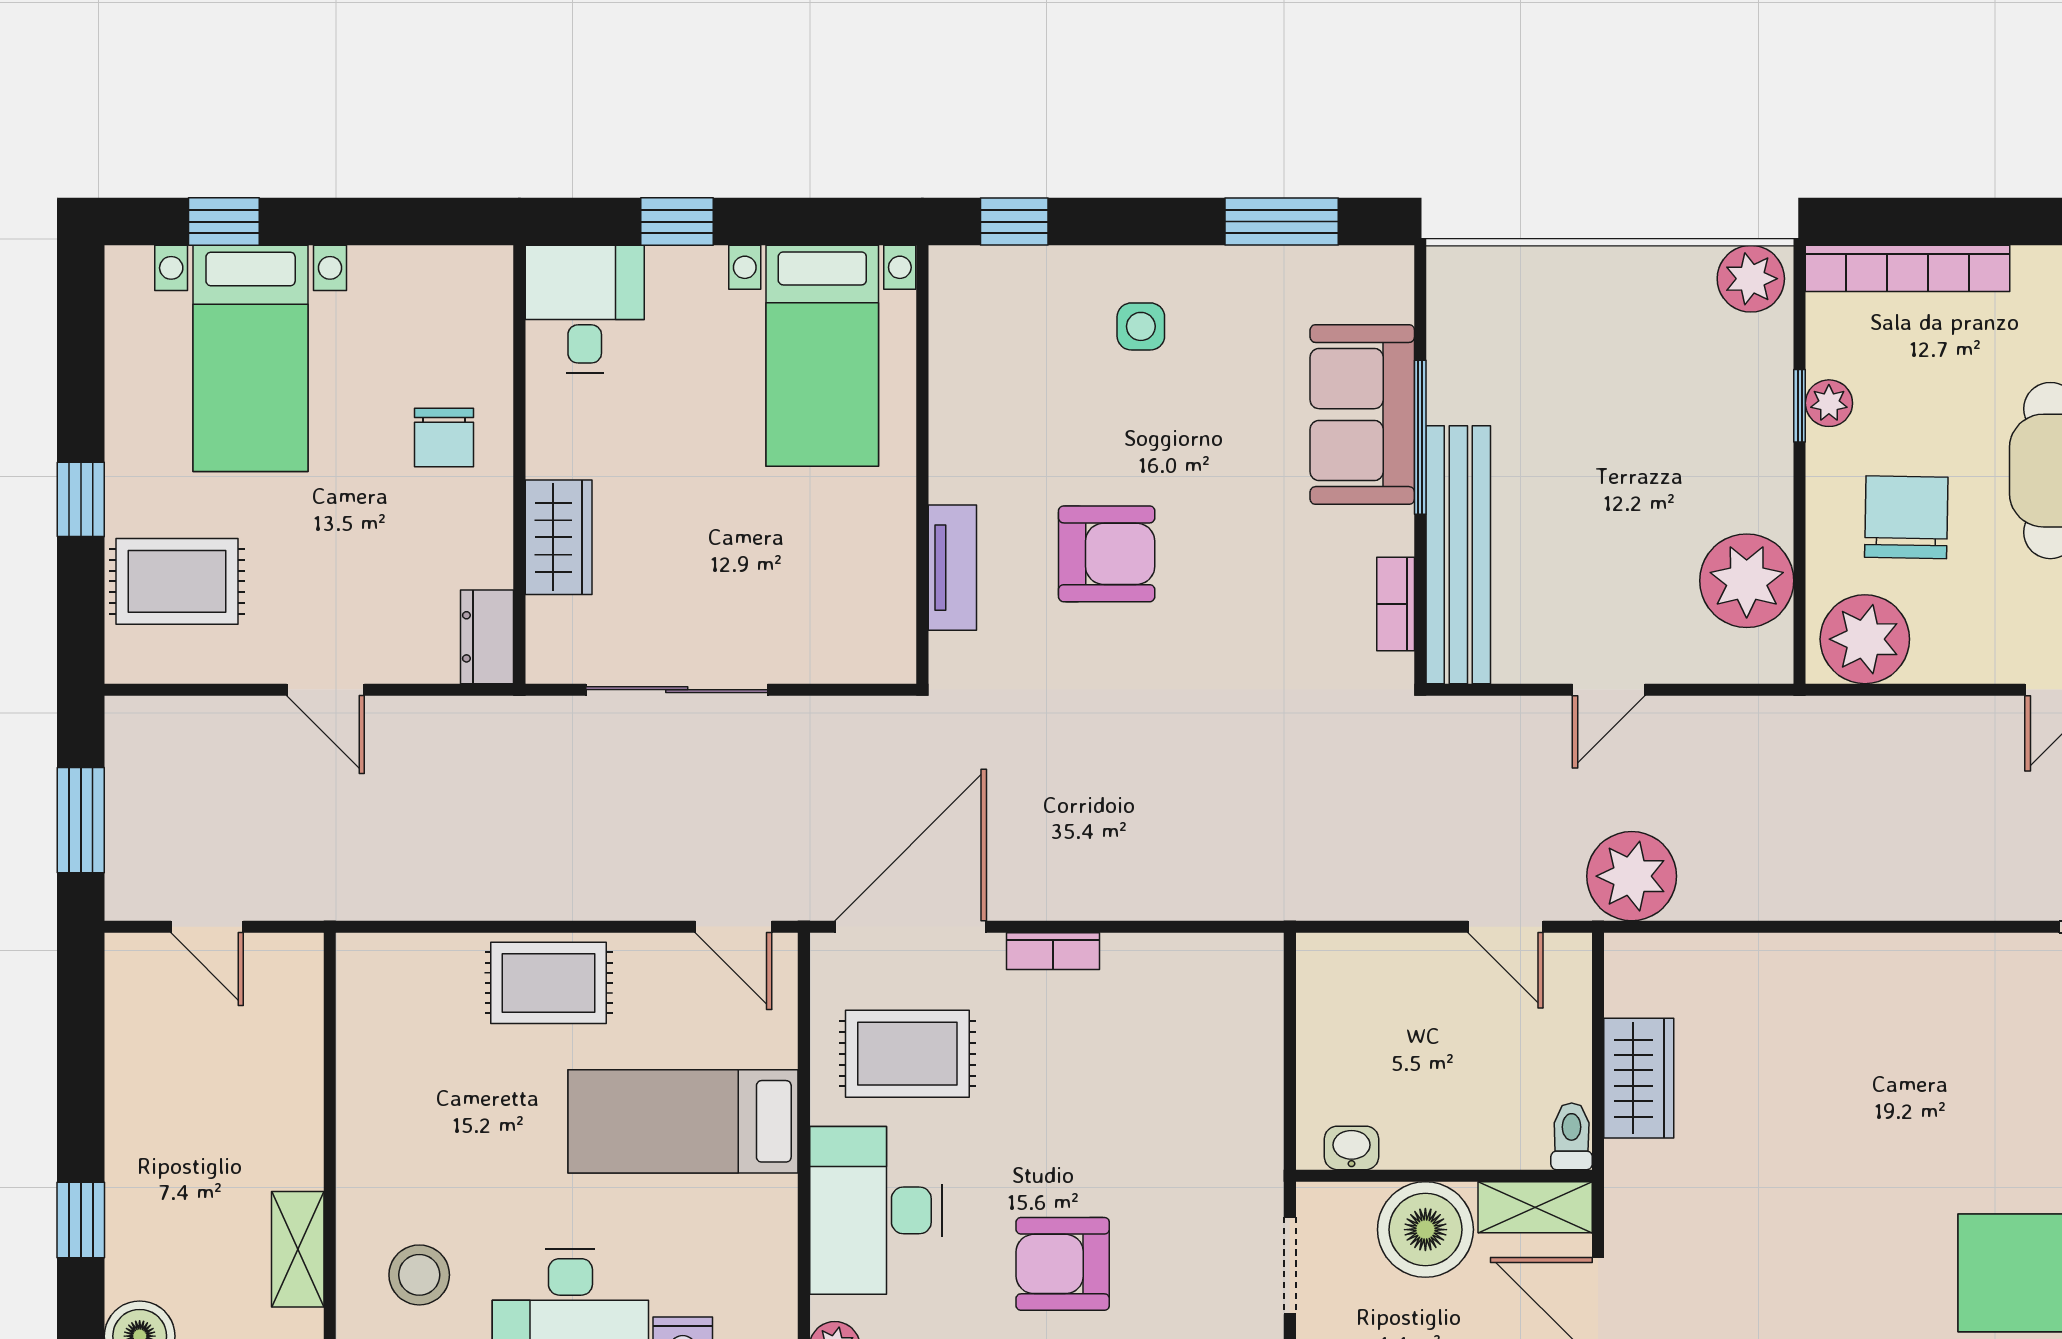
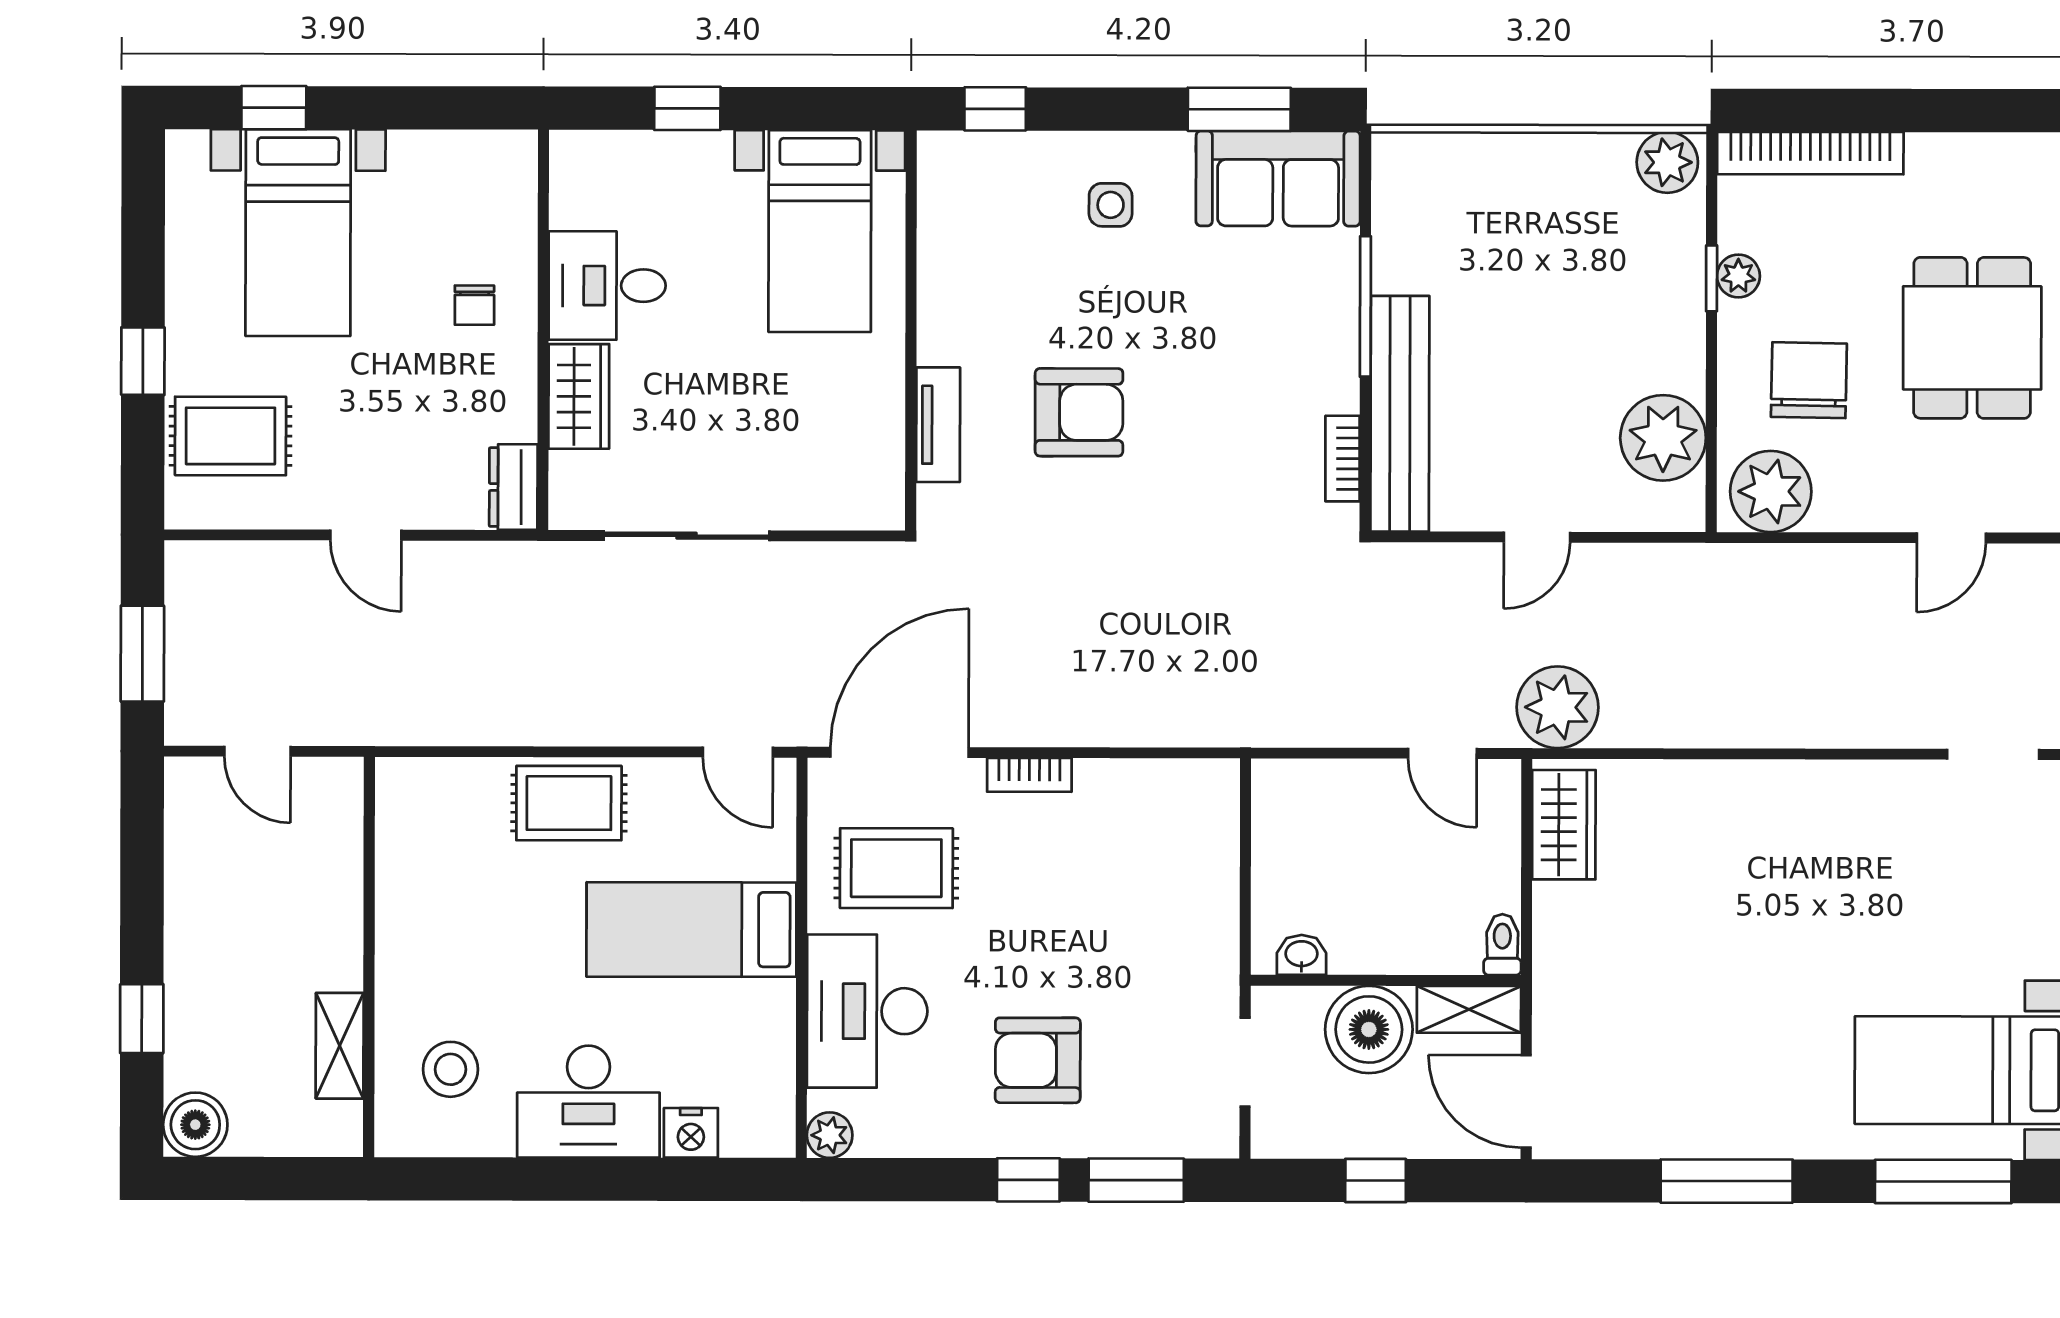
desk: (585, 309) -> (607, 286), moved, turned -90
sofa: (1362, 415) -> (1278, 178), moved, turned -90
chair: (444, 438) -> (474, 305), width x0.73, depth x0.73
wardrobe: (1639, 1078) -> (1564, 825), moved

